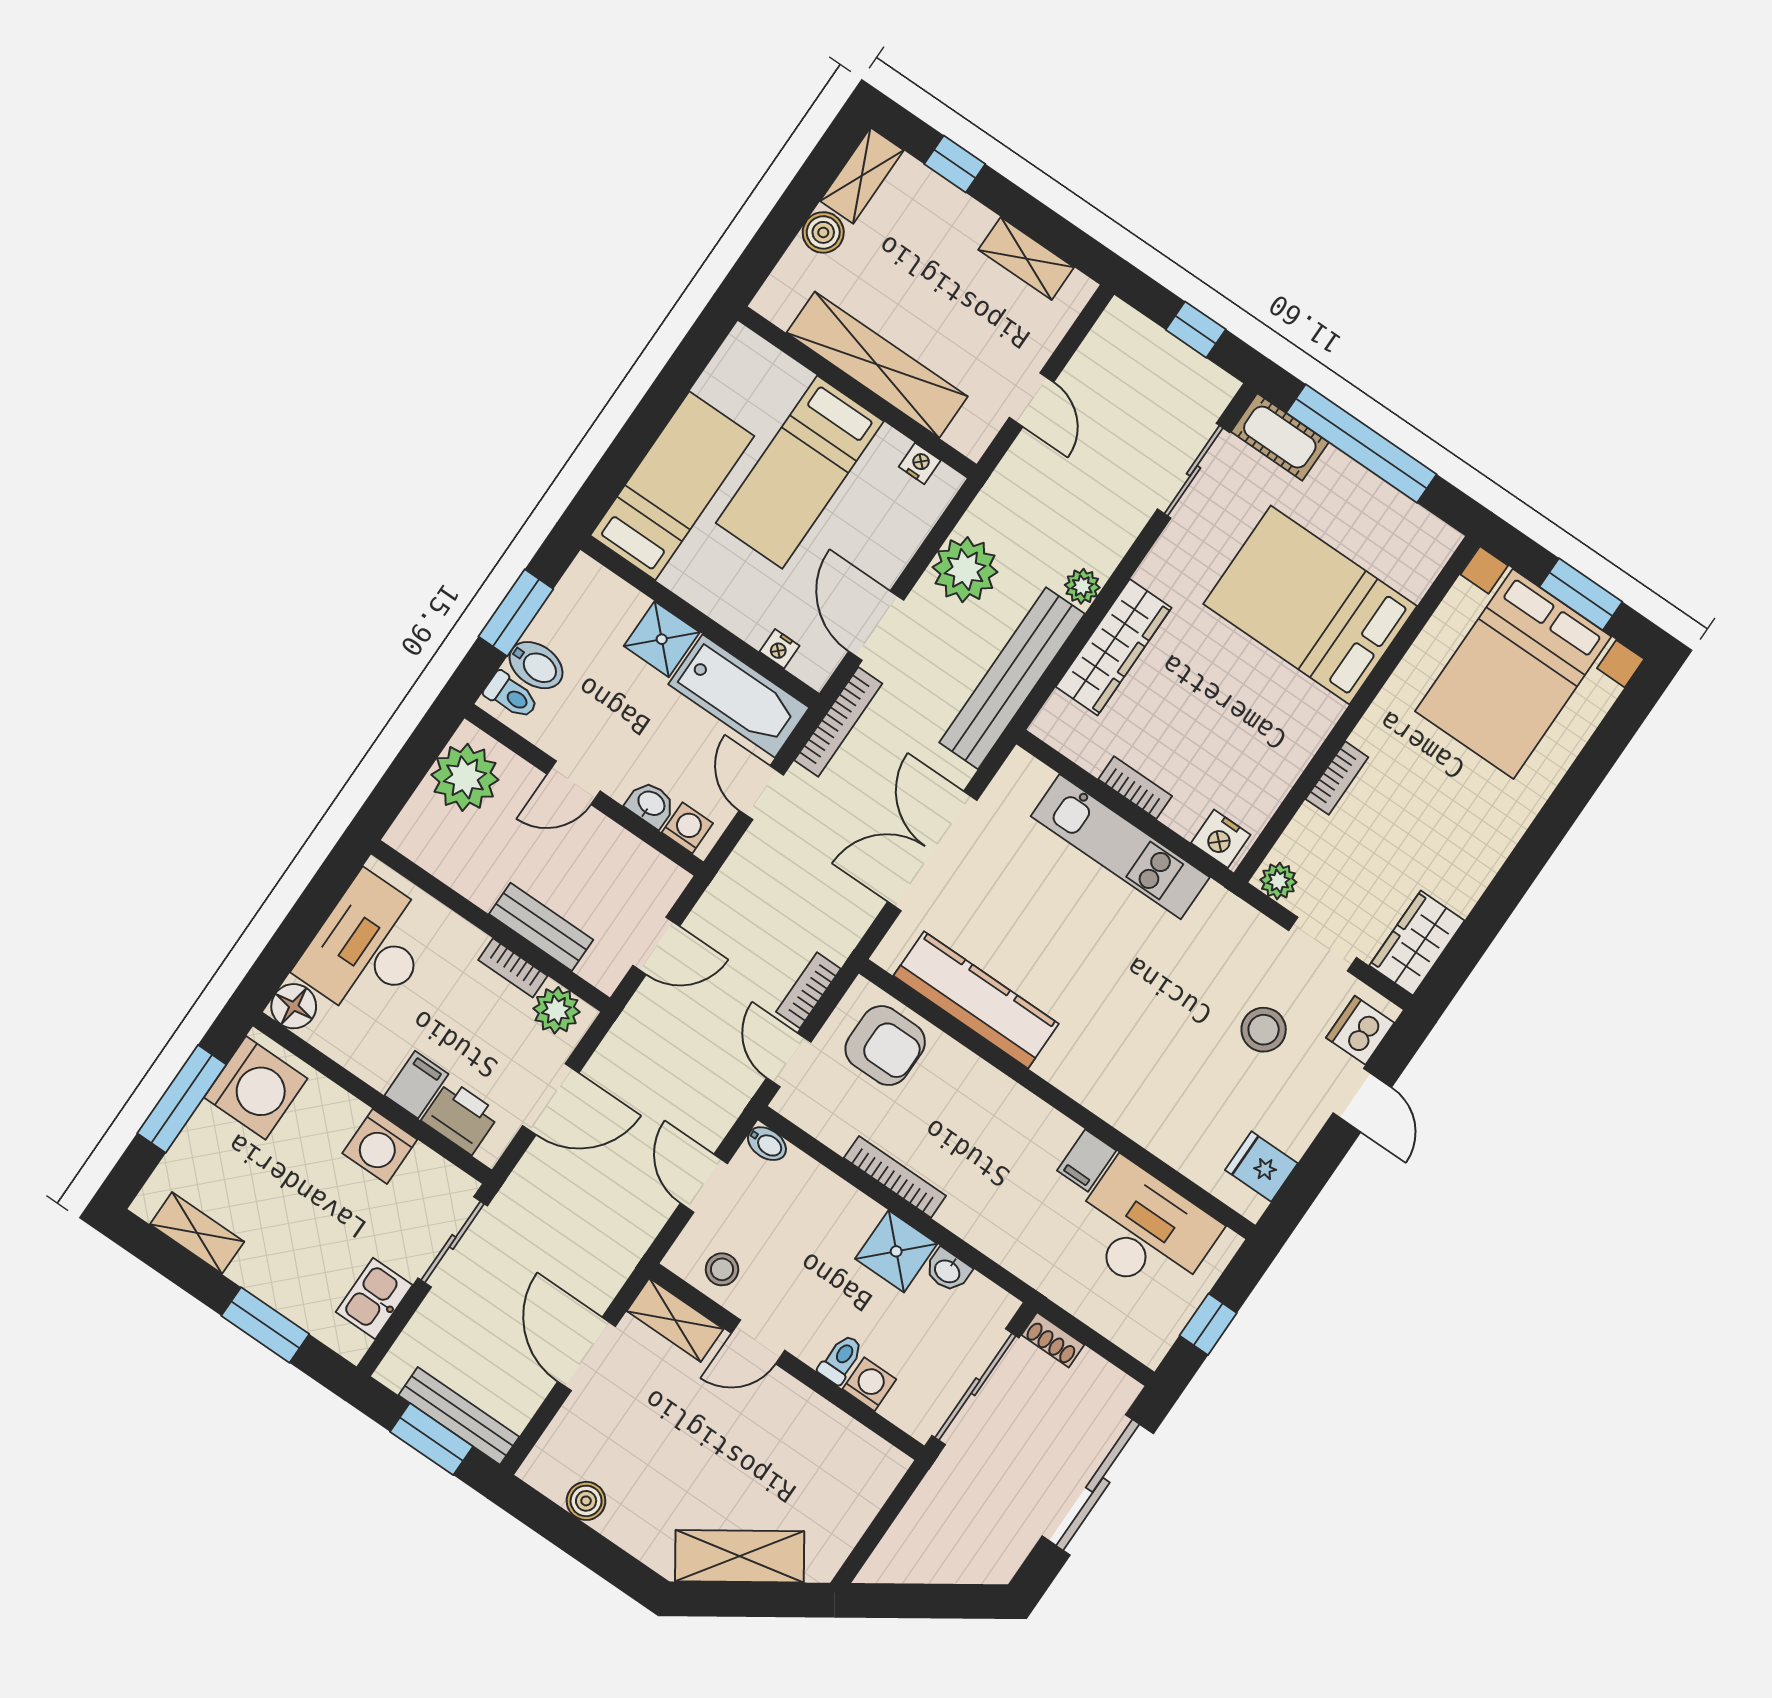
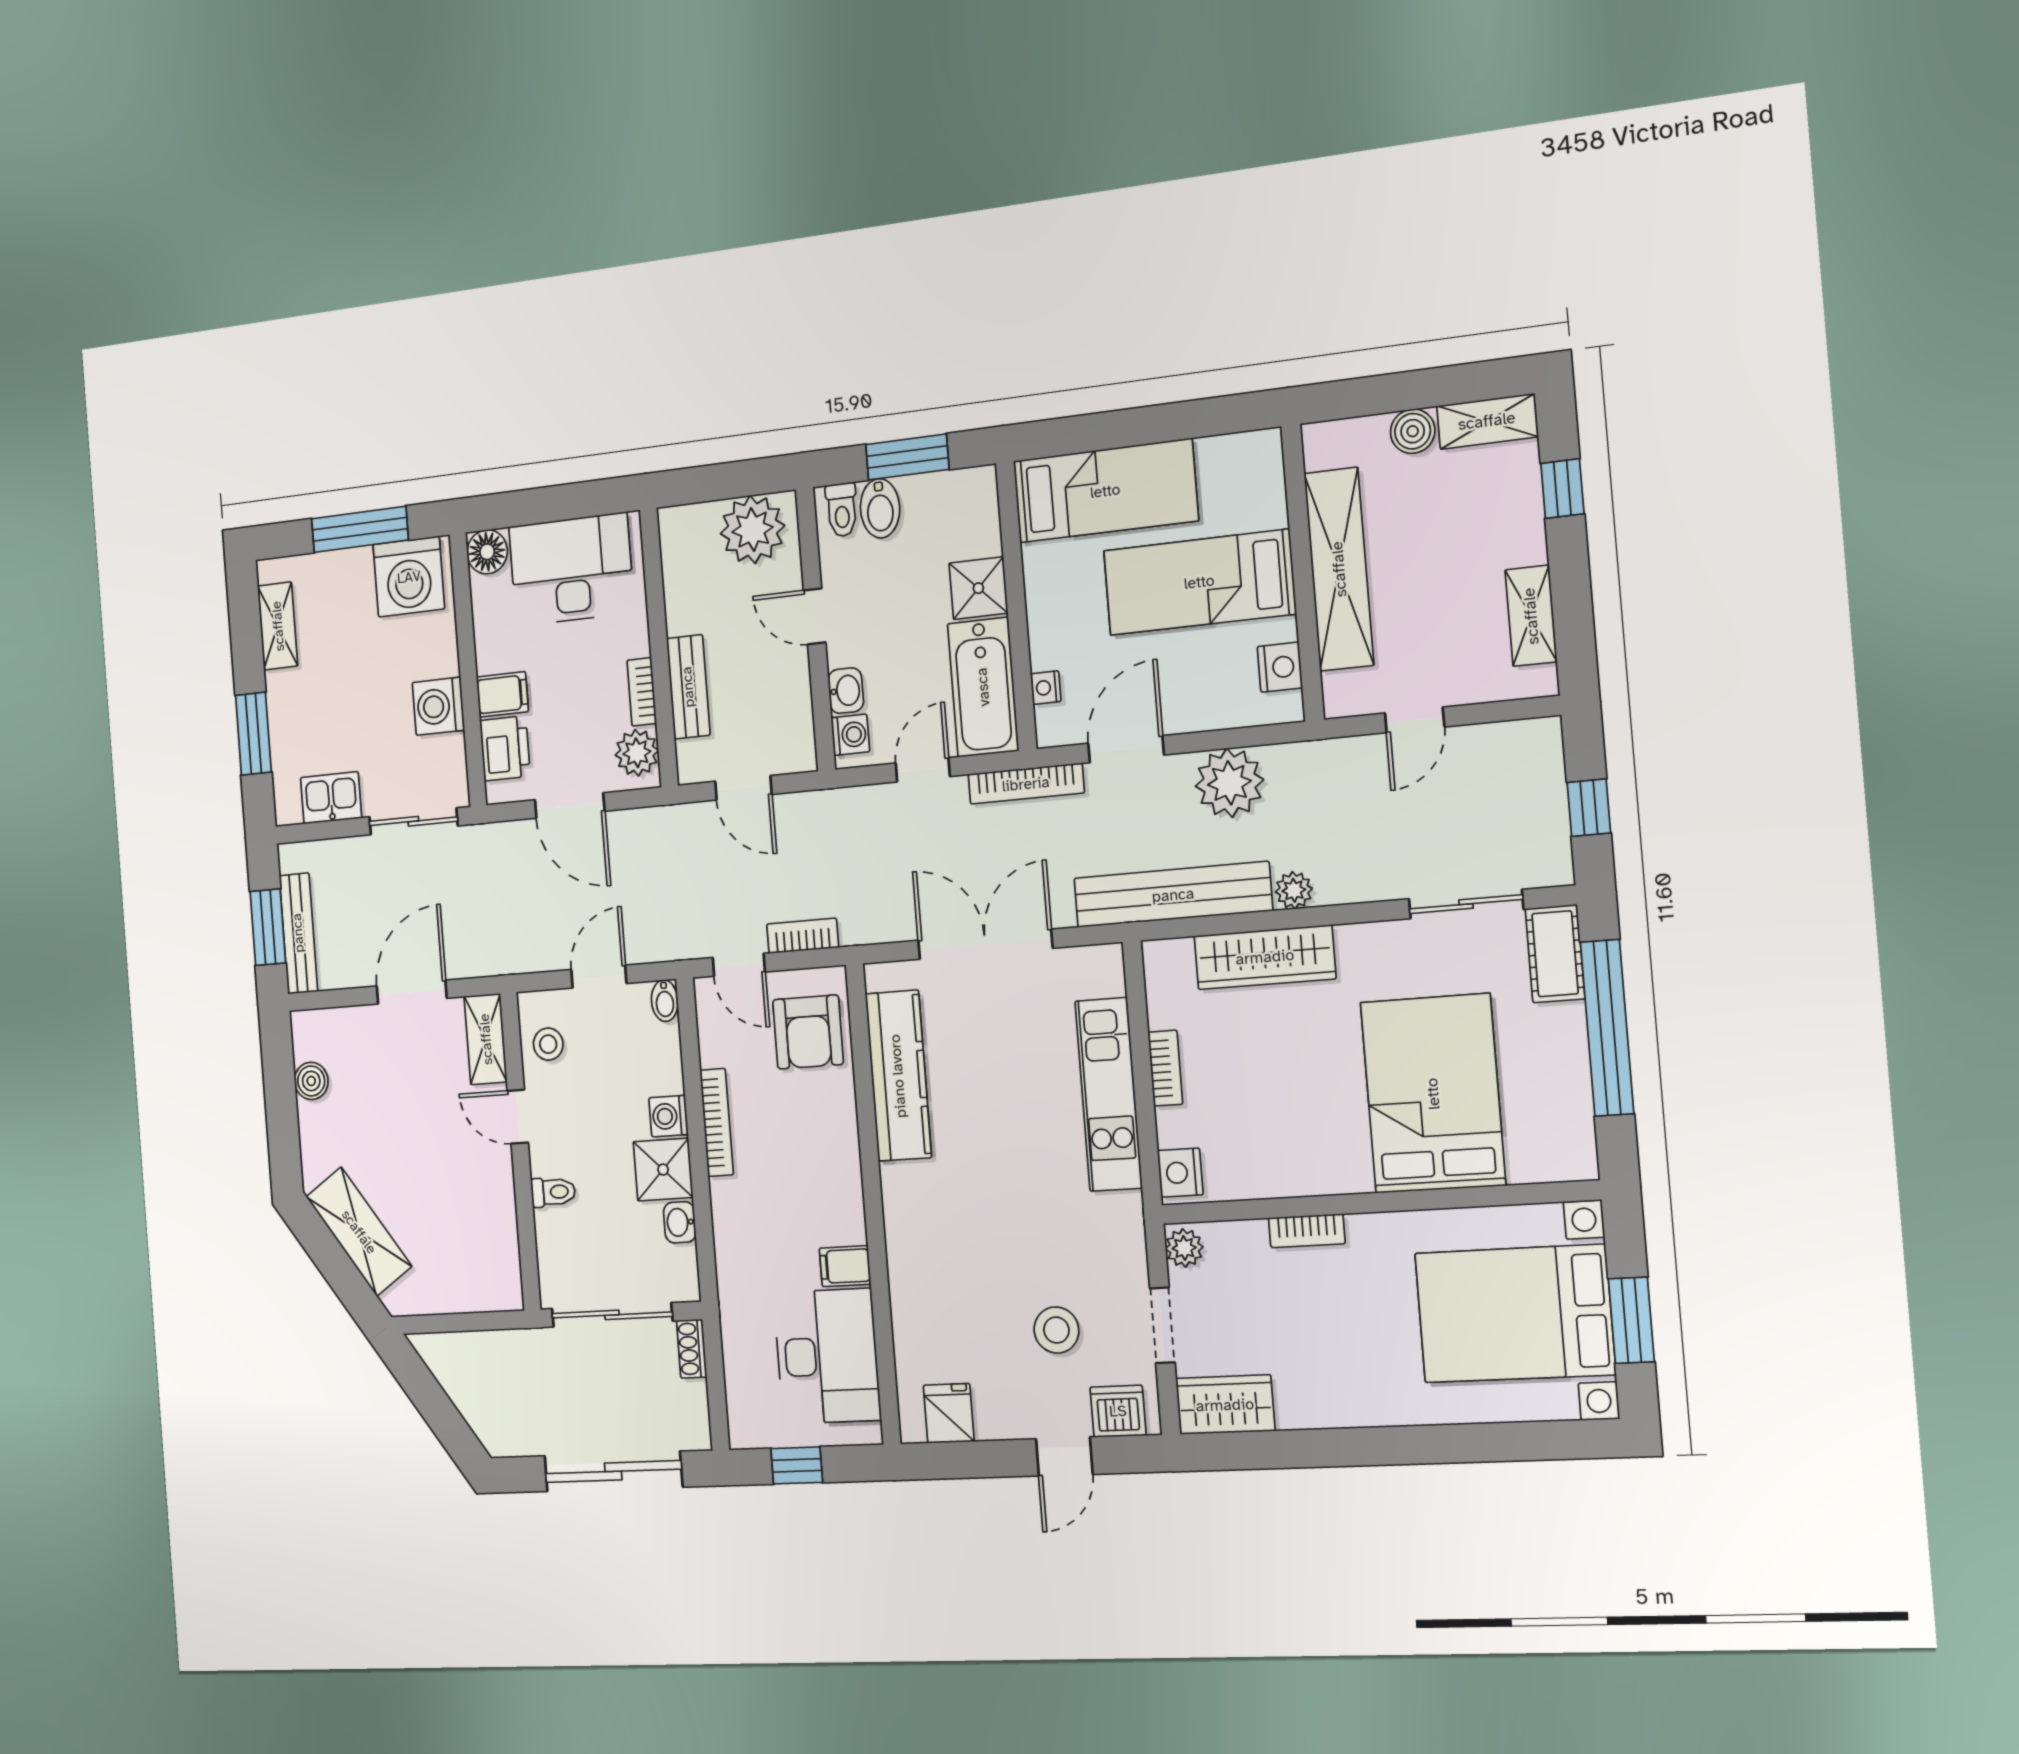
nightstand: (920, 464) -> (1280, 667), width x1.39, depth x1.35
door: (789, 1060) -> (739, 965), swing flipped
washing machine: (869, 1384) -> (669, 1116), moved, turned 180

